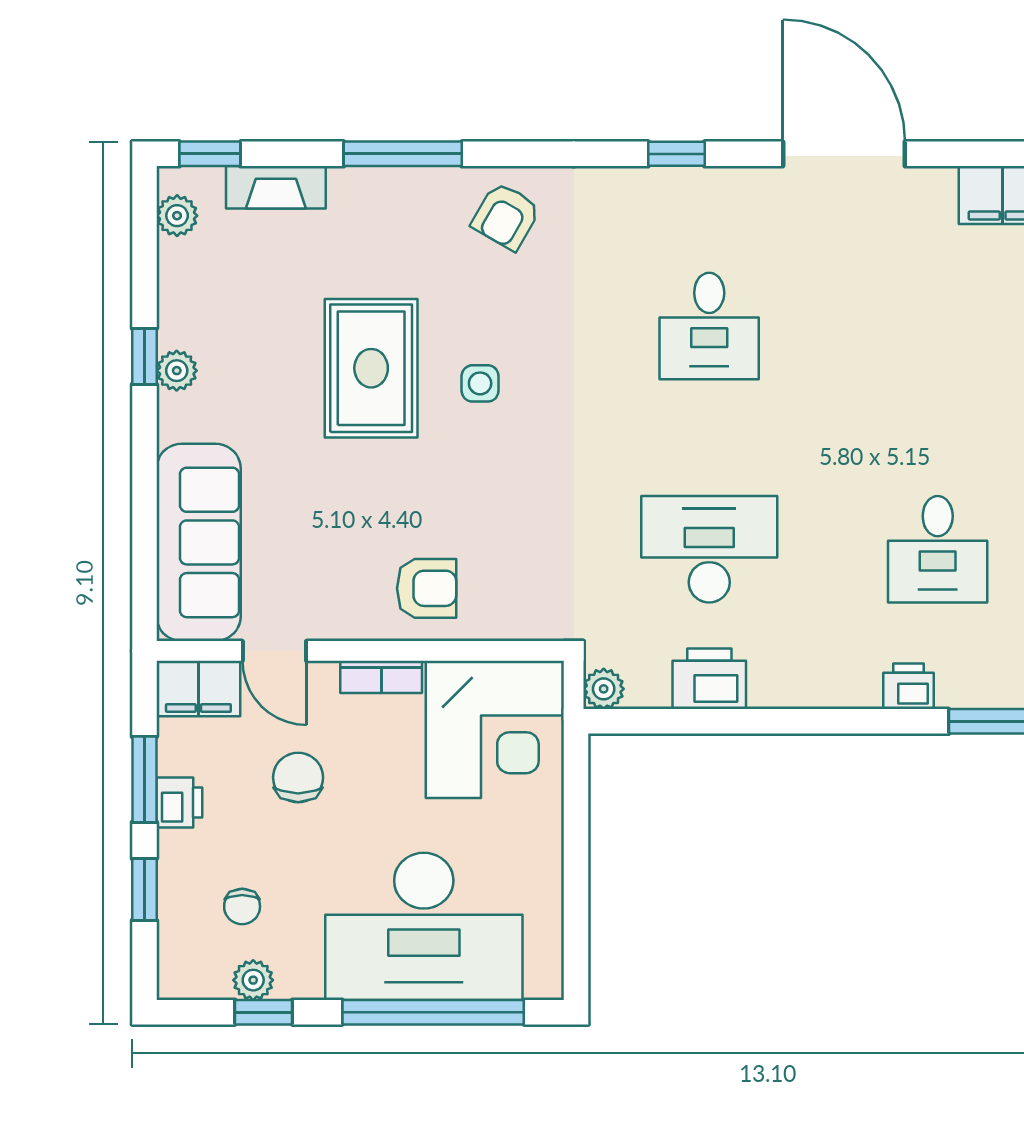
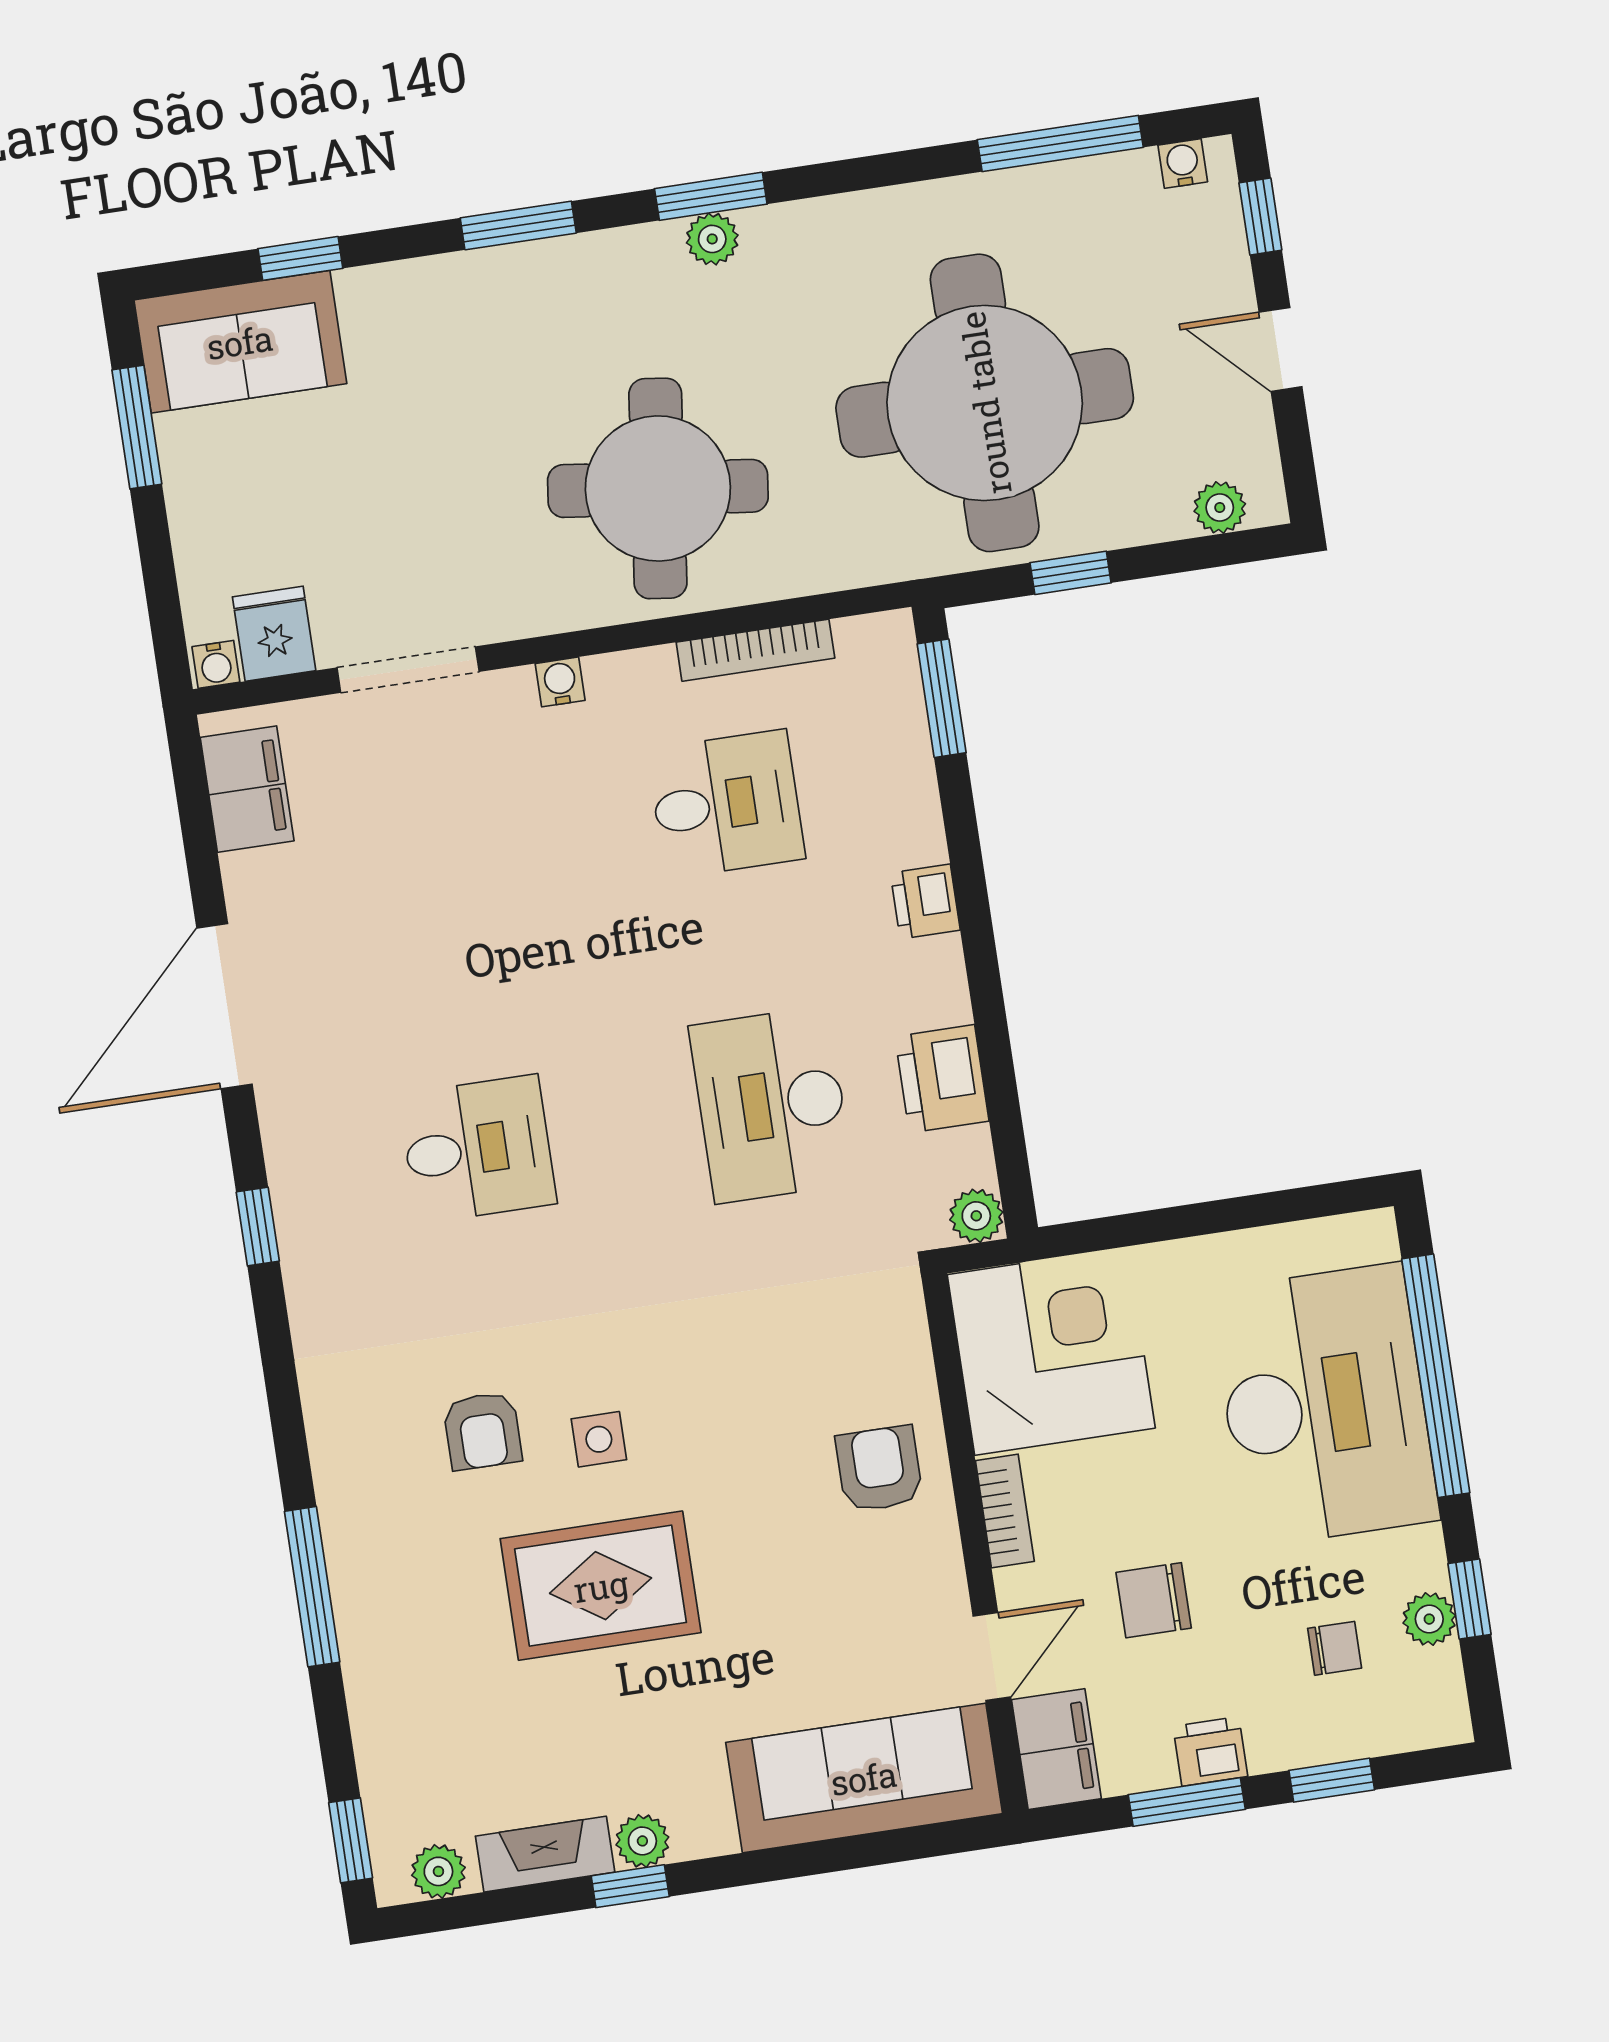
fireplace: (276, 187) -> (545, 1854), moved, turned -90
armchair: (506, 216) -> (482, 1431), moved, turned 60
printer: (908, 686) -> (925, 902), moved

